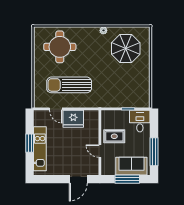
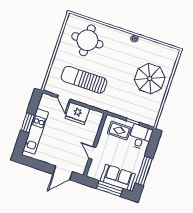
parasol: (126, 48) -> (150, 79), moved
rug: (114, 136) -> (119, 130), moved

